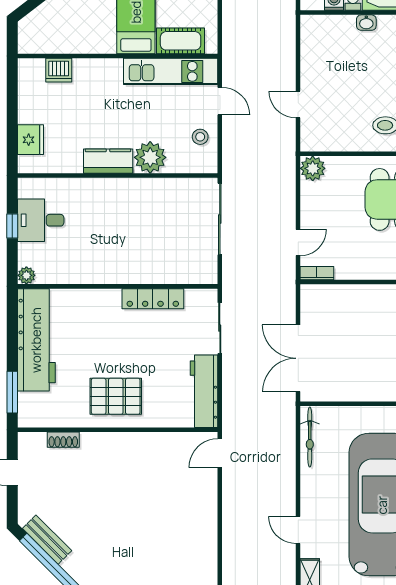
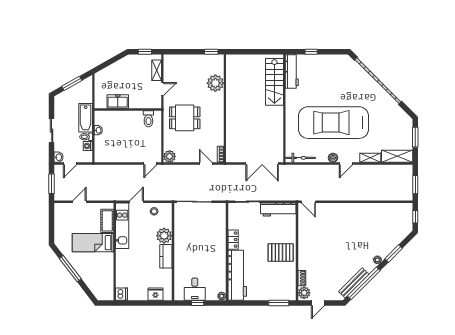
dishwasher: (59, 70) -> (122, 294), moved
door: (298, 104) -> (150, 164), moved
locker: (153, 299) -> (233, 240), width x0.66
workbench: (36, 340) -> (237, 275), moved, turned 90
pallet: (116, 396) -> (281, 253), turned 90
plant: (33, 444) -> (304, 293), added
boiler: (310, 503) -> (333, 158), added
bench: (47, 540) -> (354, 283), width x1.36

